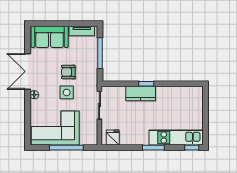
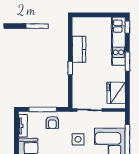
armchair: (68, 72) -> (52, 122), moved
kitchen counter: (141, 94) -> (79, 49), moved
fridge: (113, 138) -> (116, 93), width x1.88, depth x1.34

